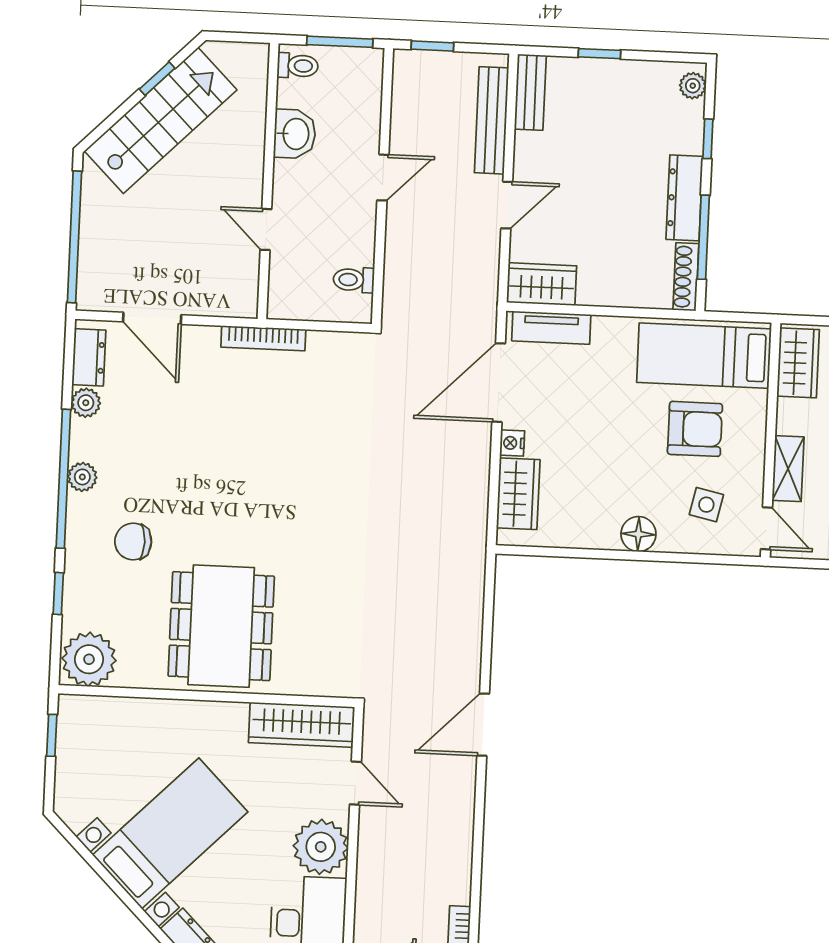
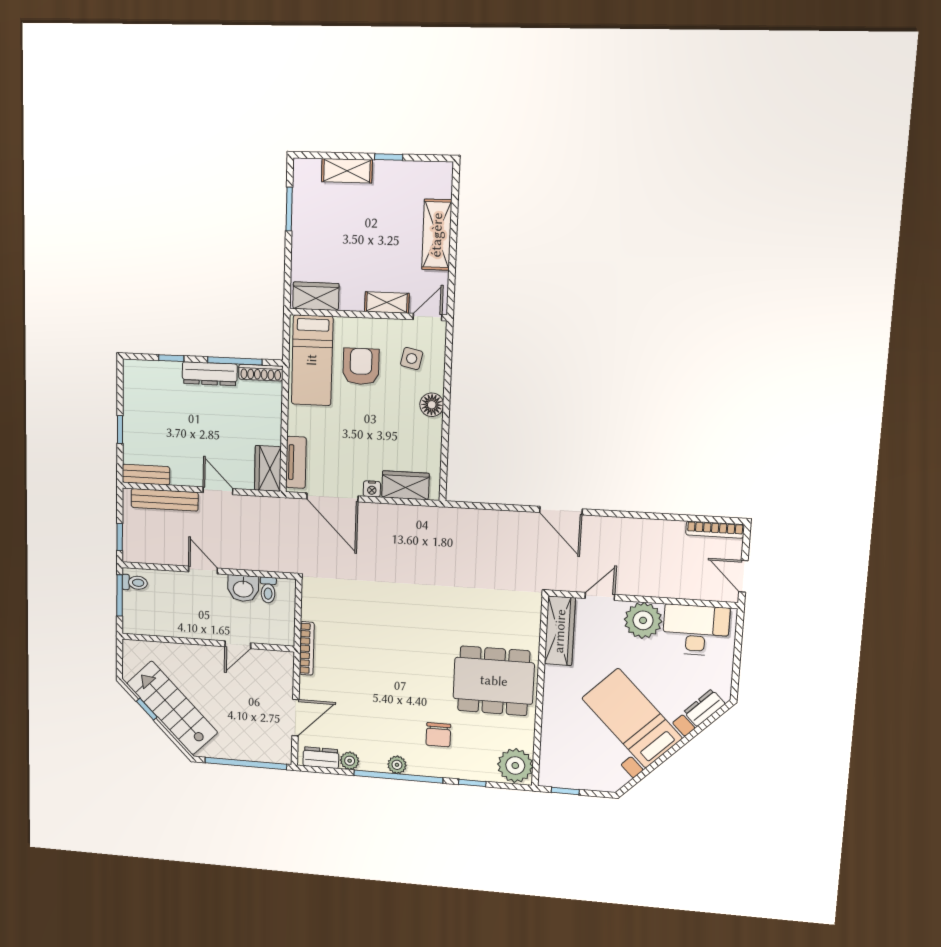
toilet: (298, 66) -> (135, 583), moved, turned 90
plant: (693, 86) -> (138, 368), removed
washbasin: (295, 134) -> (243, 588), moved, turned 180

